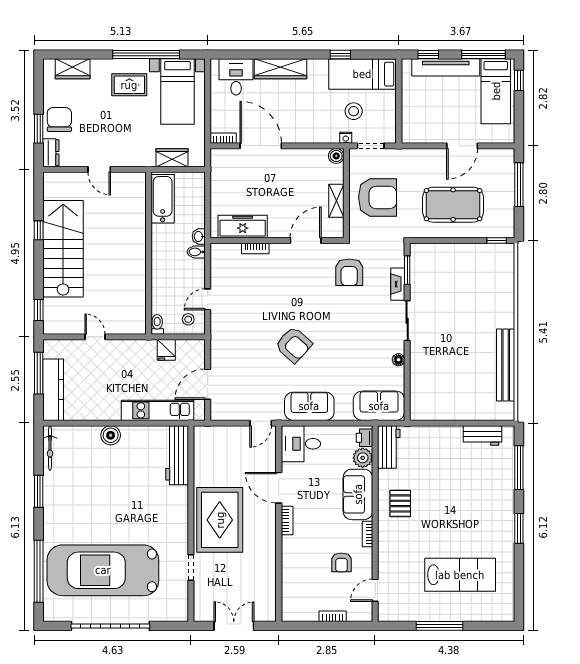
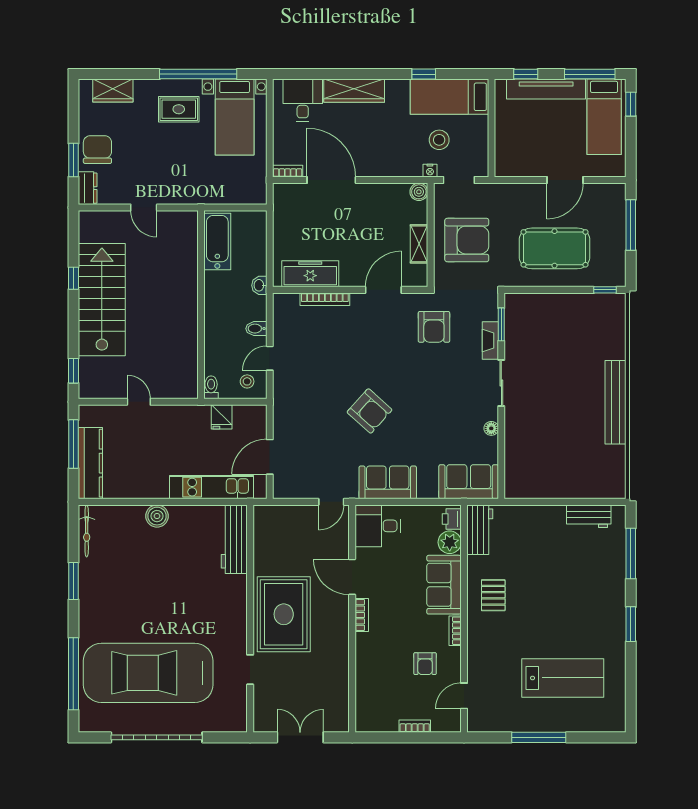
wardrobe: (172, 158) -> (228, 194), removed
bookcase: (255, 248) -> (325, 299), width x1.56
bidet: (196, 252) -> (256, 329), moved
bench: (506, 365) -> (616, 402), moved

